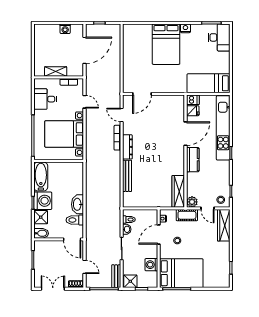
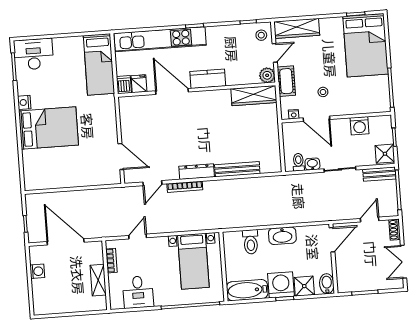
bed with nightstands: (64, 134) -> (193, 261), width x0.73
toilet: (75, 220) -> (251, 242), moved
bed: (181, 273) -> (366, 45), moved, turned 180

